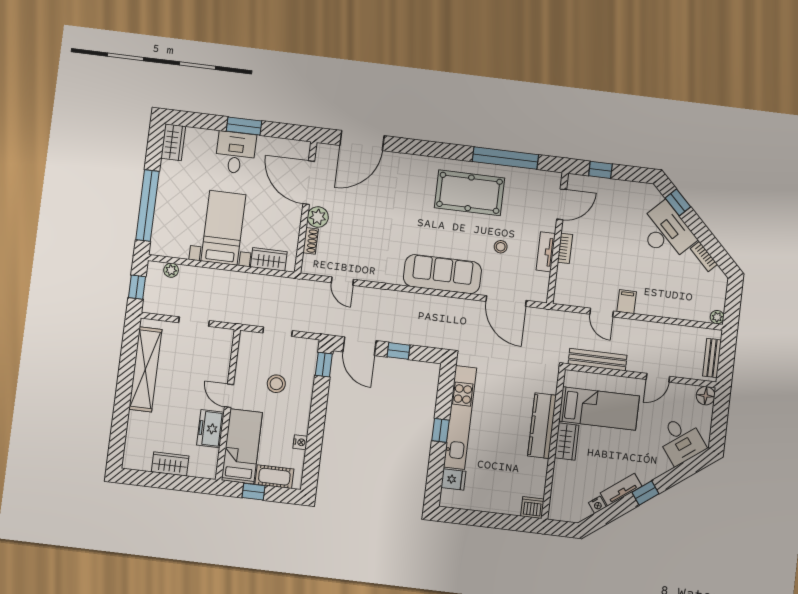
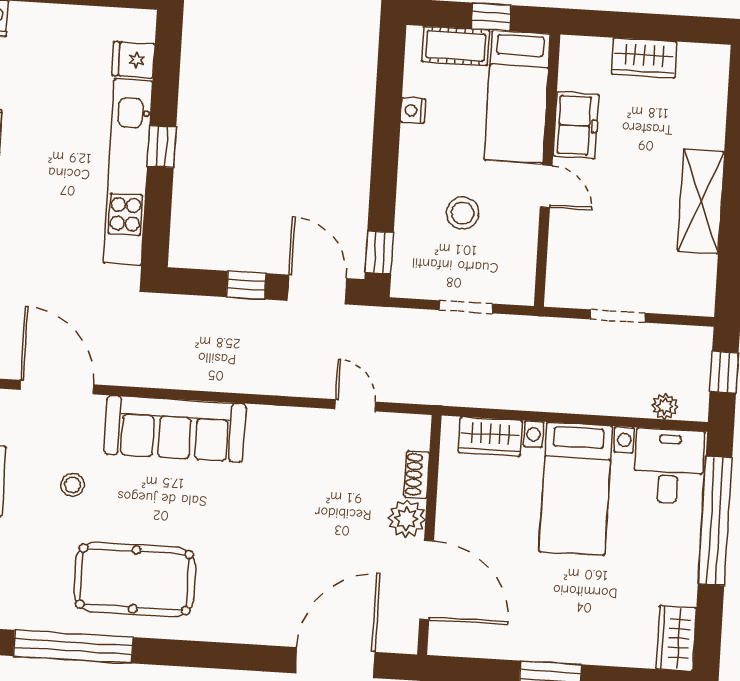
desk: (236, 153) -> (669, 466), moved, turned 180
shelving: (145, 369) -> (701, 201), width x0.68

